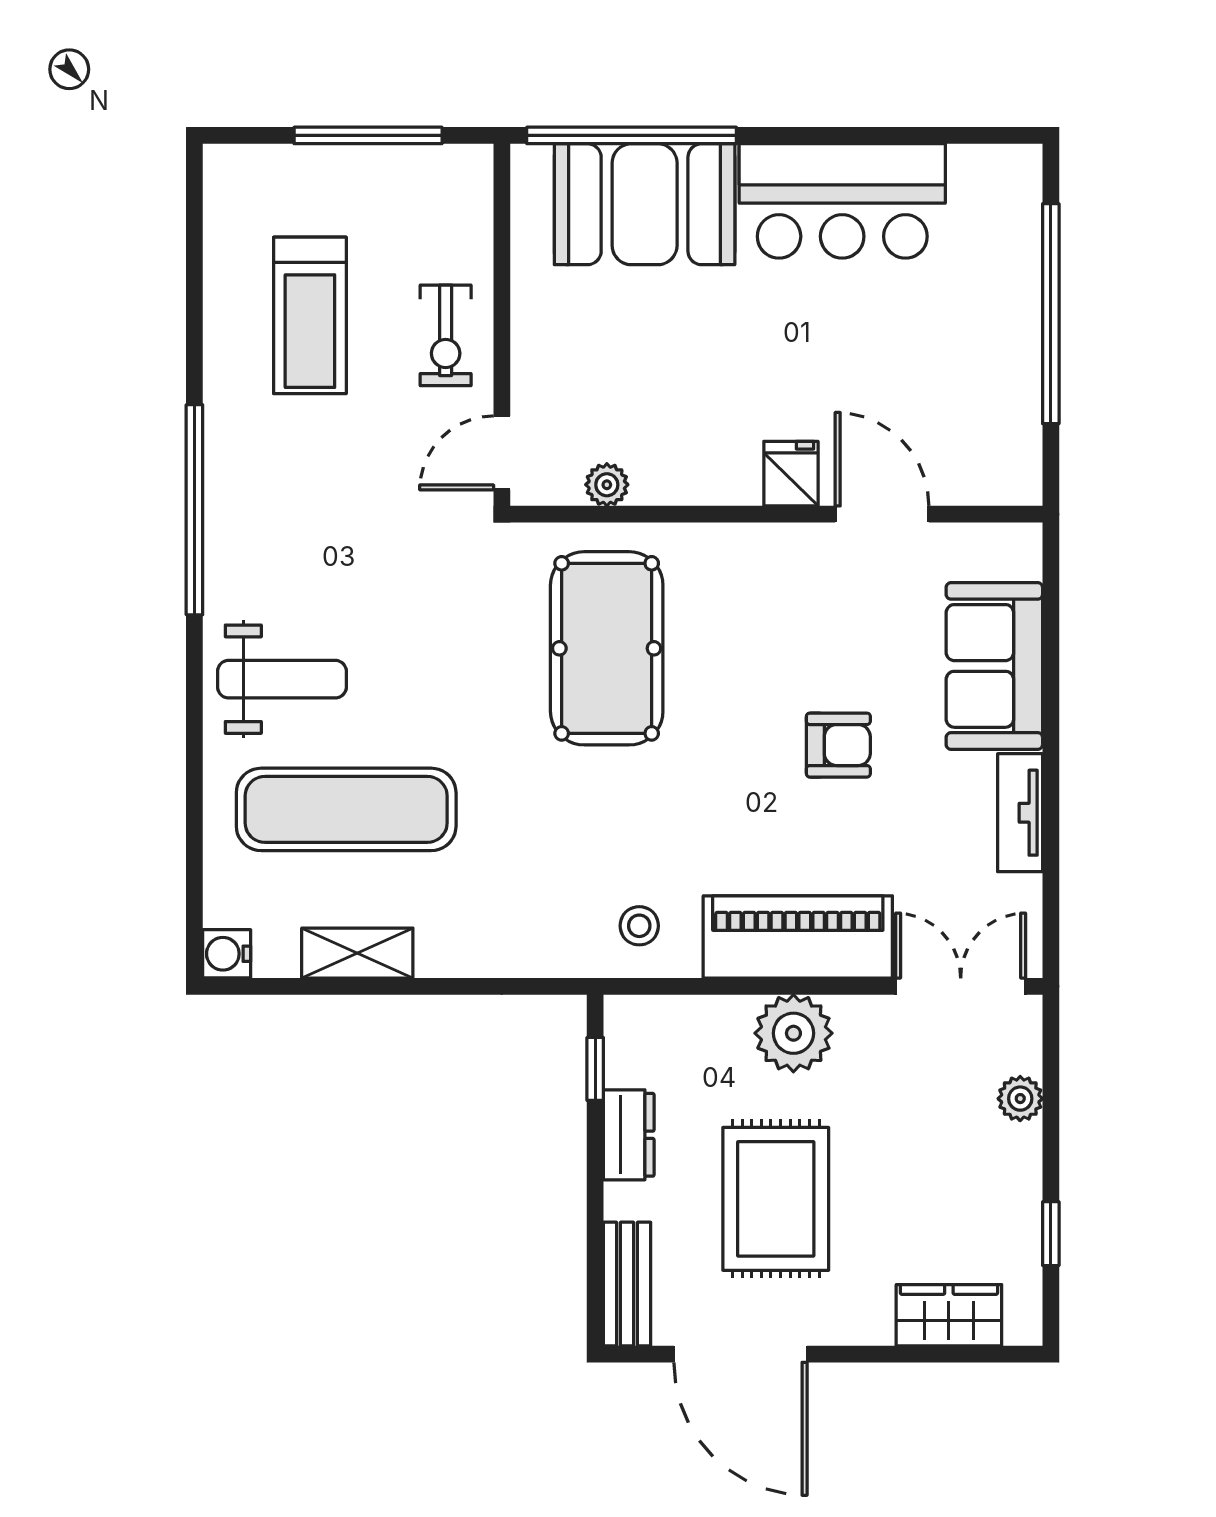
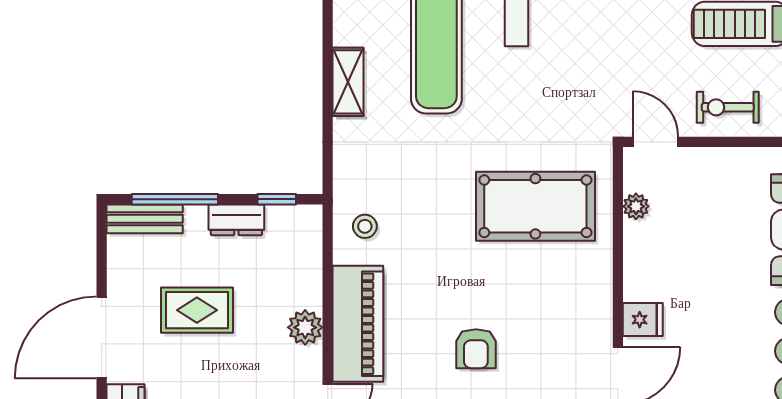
shelving: (357, 953) -> (348, 82), moved
plant: (793, 1033) -> (305, 327), width x0.73, depth x0.73
rug: (776, 1199) -> (197, 310), width x0.73, depth x0.70
window: (595, 1235) -> (175, 199), added
door: (740, 1354) -> (102, 337), moved

